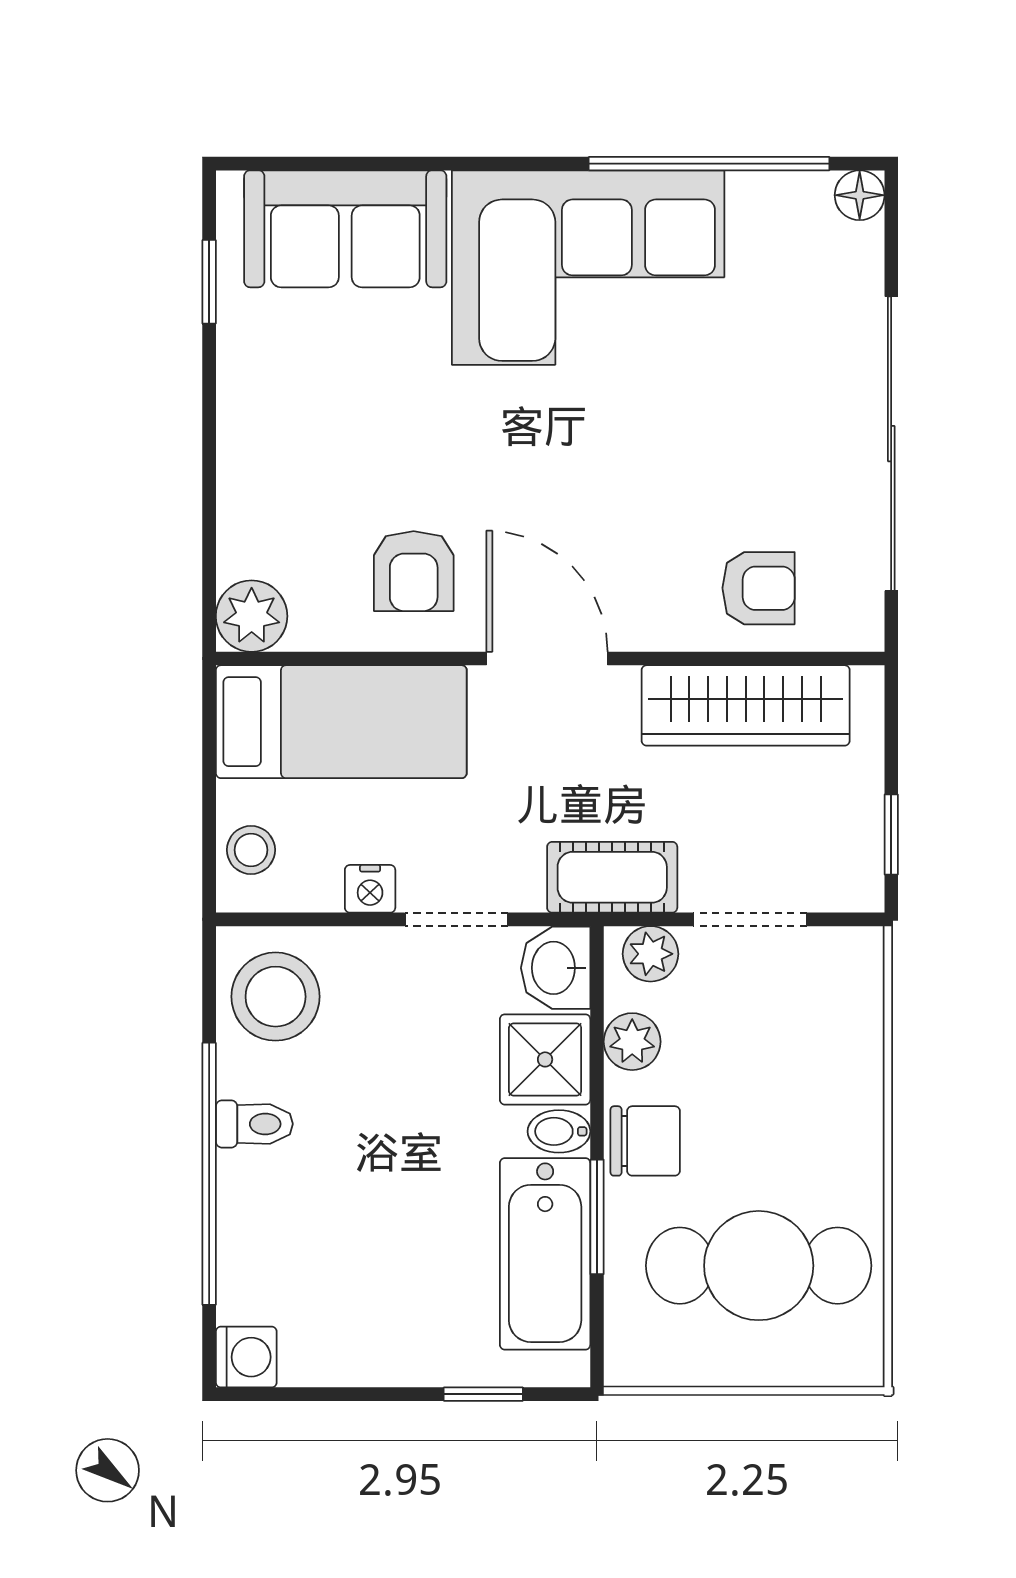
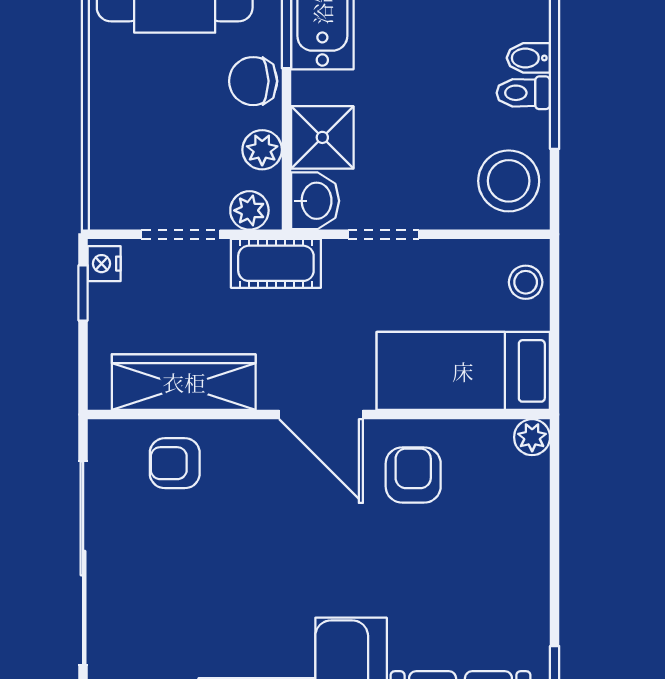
plant: (252, 616) -> (532, 437), width x0.73, depth x0.73
nightstand: (370, 889) -> (104, 264), moved, turned -90
bidet: (559, 1131) -> (528, 58), moved, turned 180

